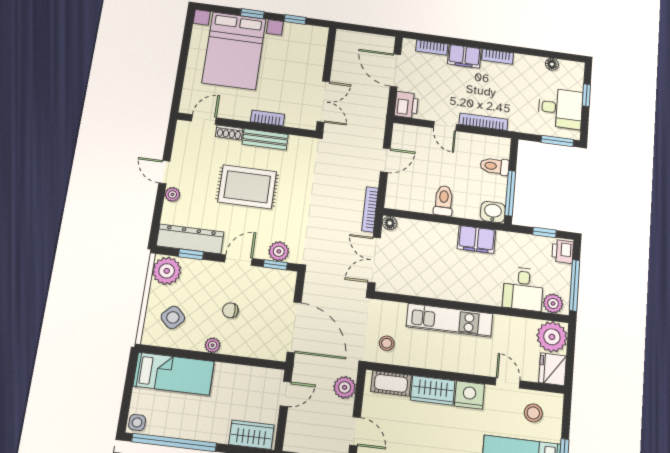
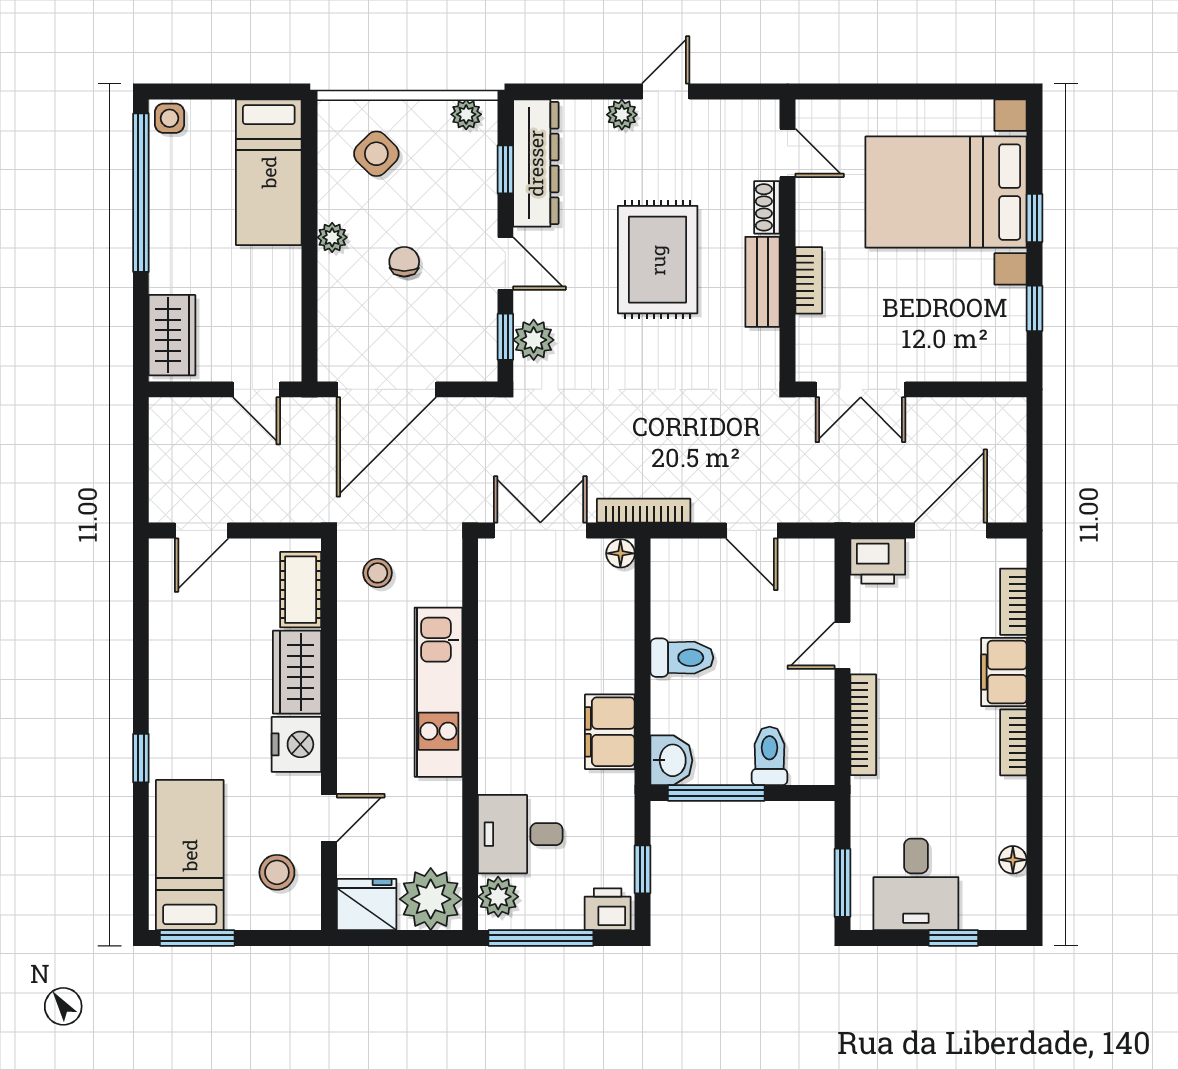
plant: (167, 271) -> (466, 114), width x0.53, depth x0.53
plant: (345, 387) -> (282, 501), removed

